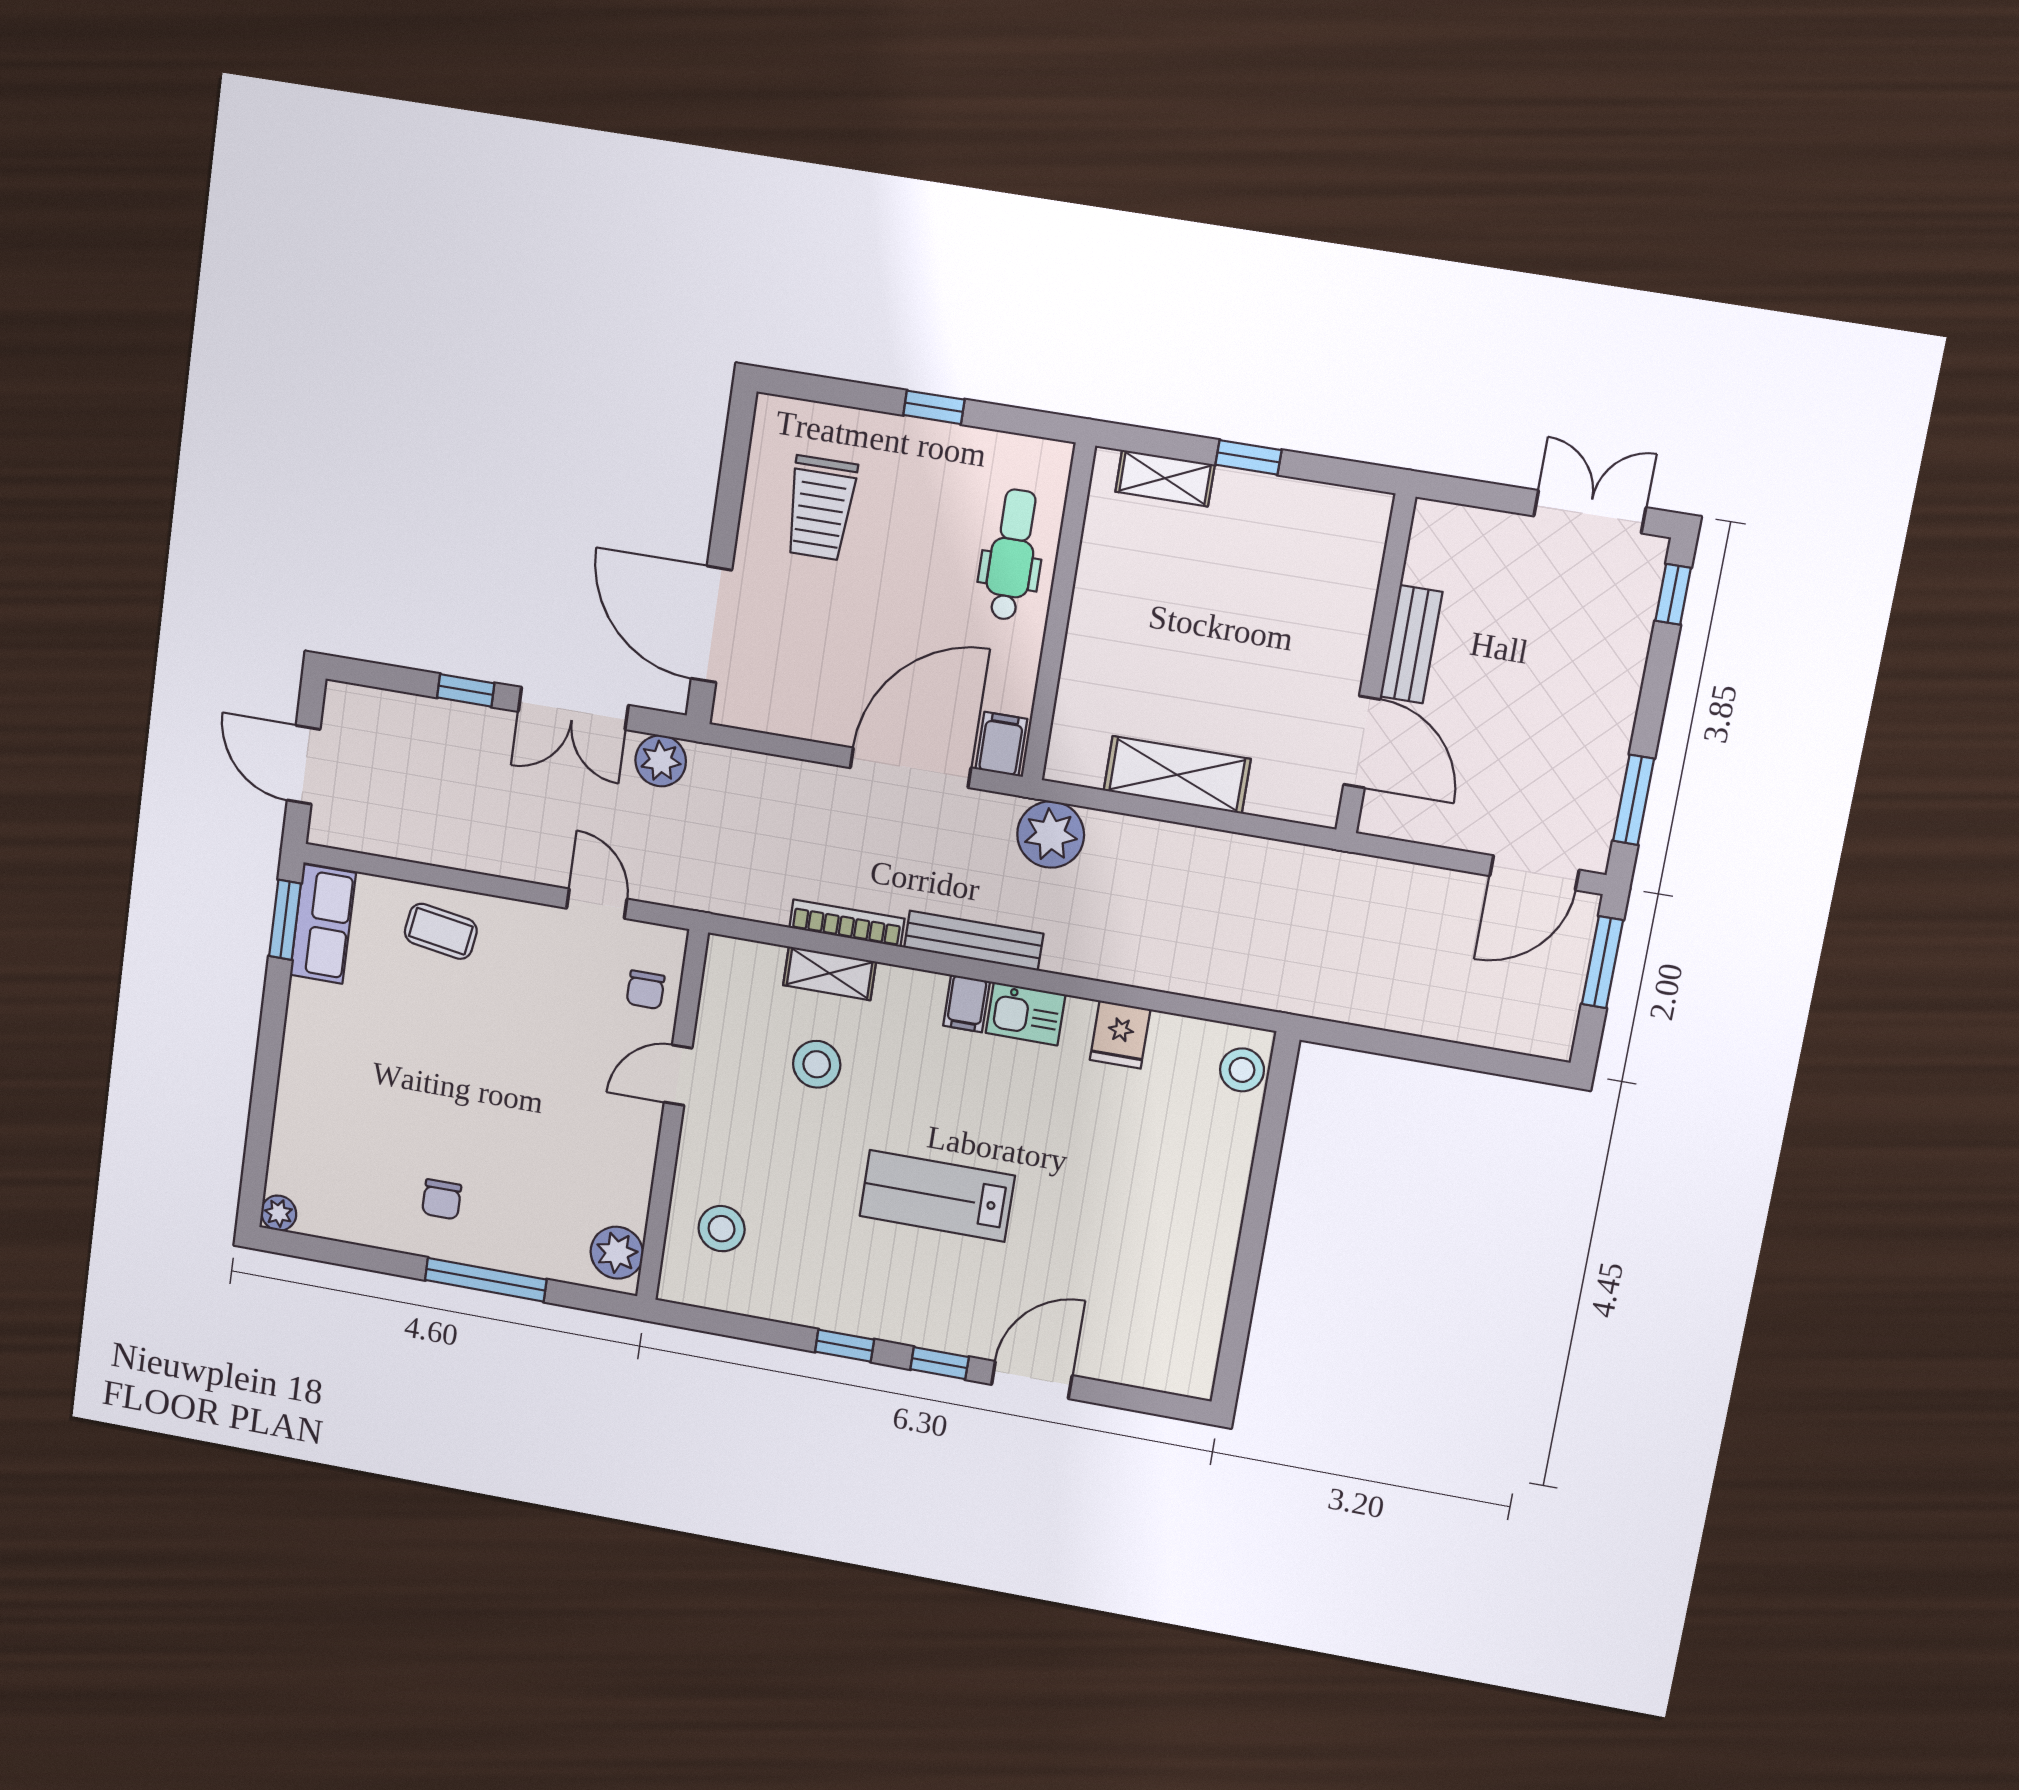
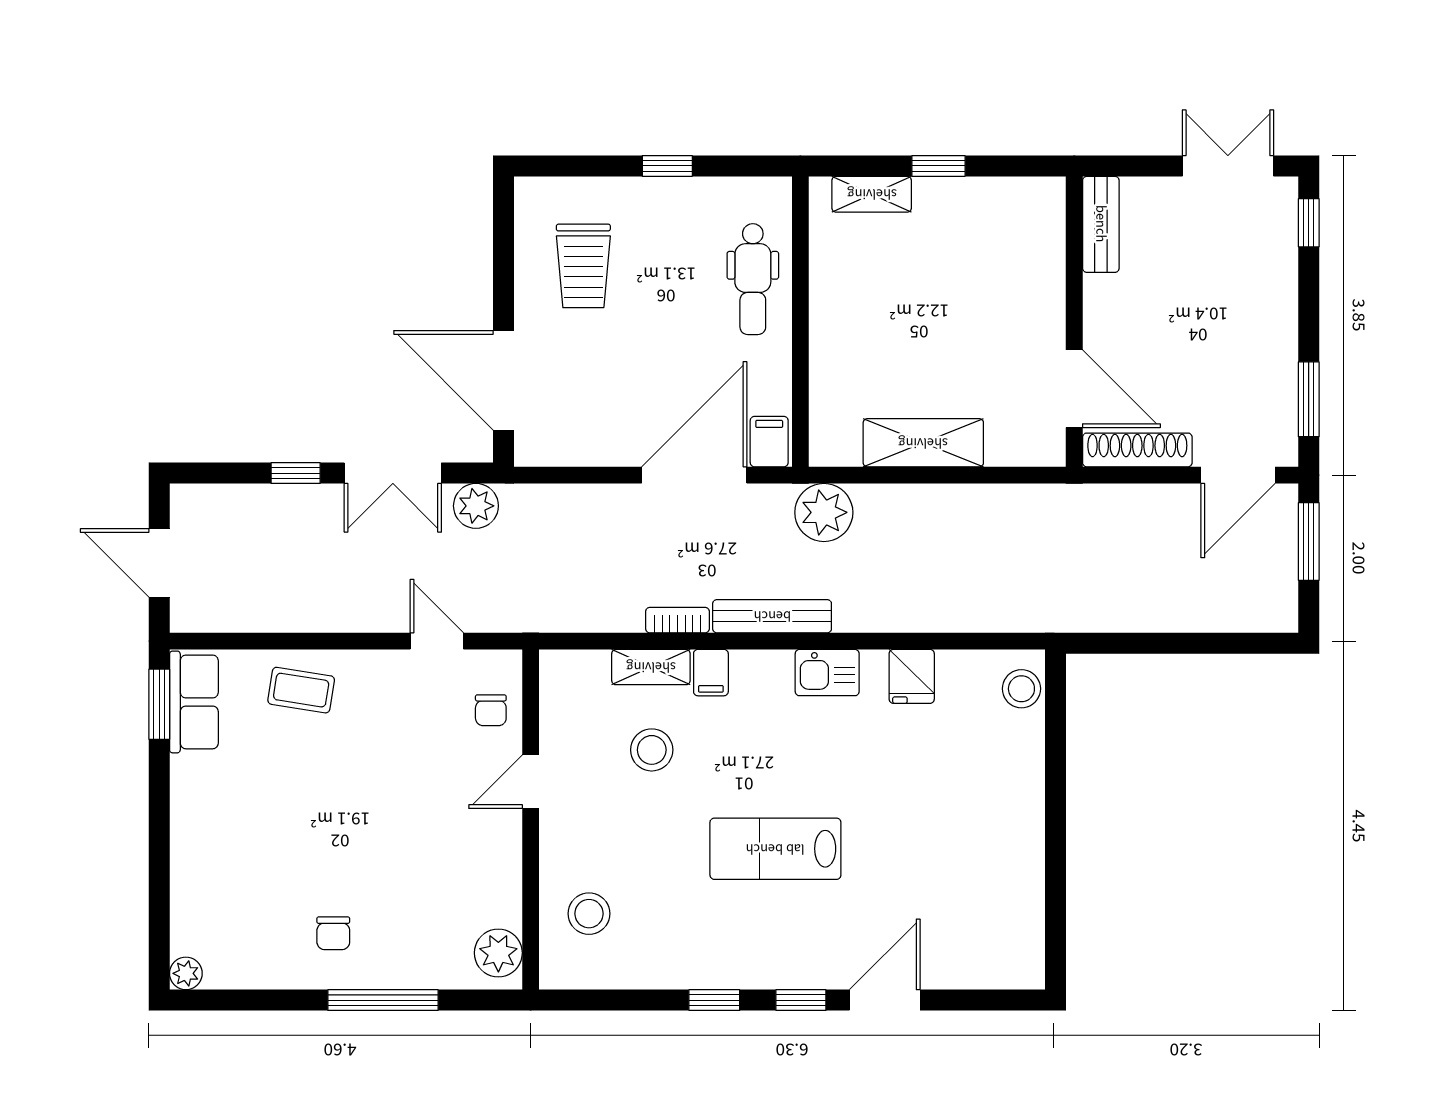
dental chair: (1012, 555) -> (753, 279), turned 180
bench: (1411, 644) -> (1101, 224), moved
shoe rack: (1423, 824) -> (1137, 450), added
bookcase: (847, 923) -> (677, 620), width x0.64
filing cabinet: (967, 1003) -> (711, 673), moved

